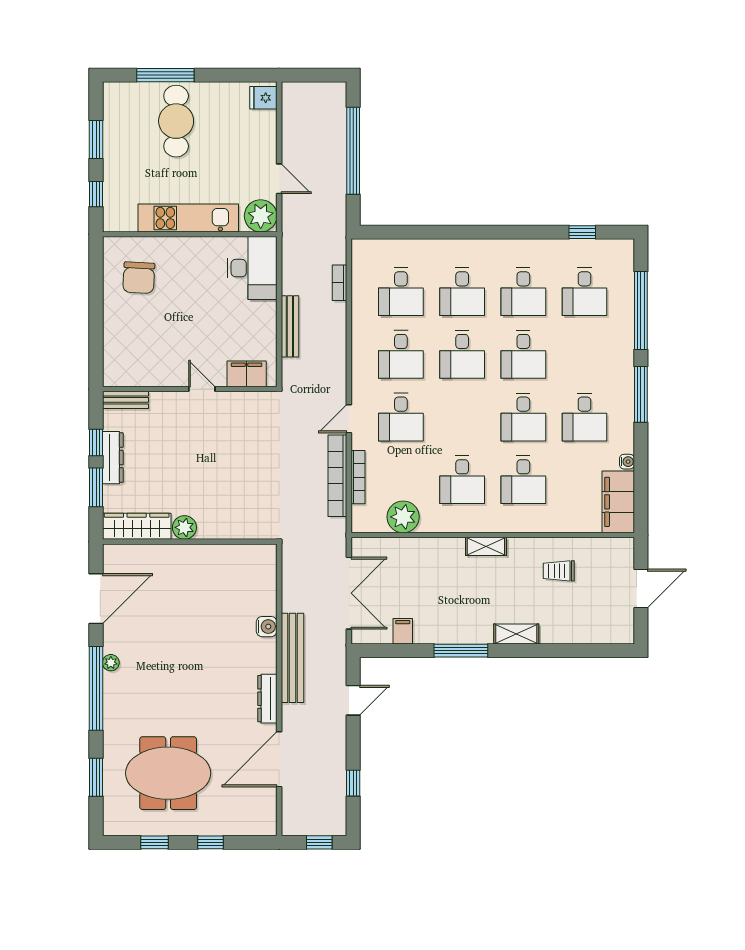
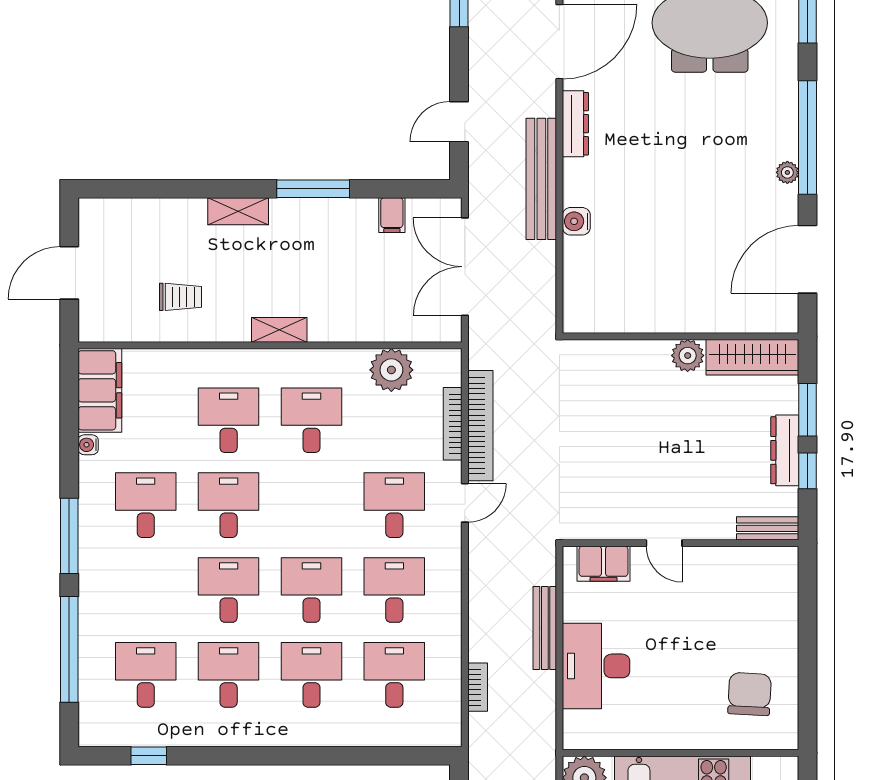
desk: (252, 268) -> (596, 666), moved

